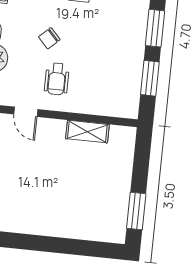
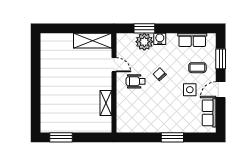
window: (150, 78) -> (142, 137), removed
door: (26, 112) -> (114, 65), swing flipped

